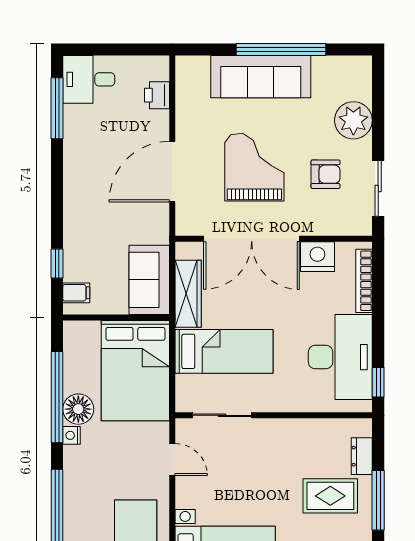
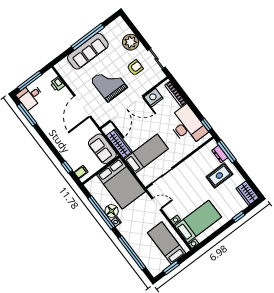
window: (110, 49) -> (30, 81), added
window: (378, 500) -> (227, 151), moved

